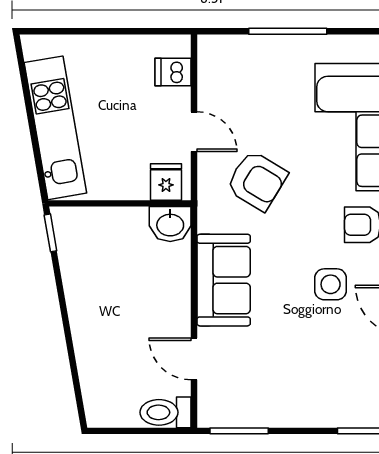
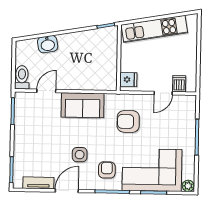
door: (194, 132) -> (163, 93), moved
armchair: (257, 181) -> (128, 121), turned 59
washbasin: (170, 224) -> (48, 44), moved, turned -100

